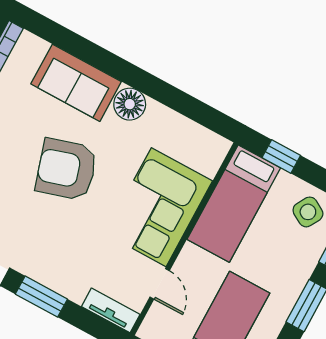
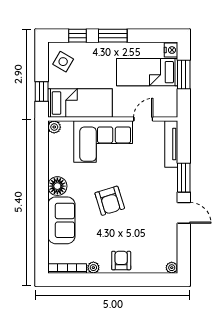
plant: (219, 147) -> (54, 127), added
armchair: (66, 169) -> (110, 201), width x0.73, depth x0.73
tv unit: (111, 310) -> (171, 144), width x1.41

